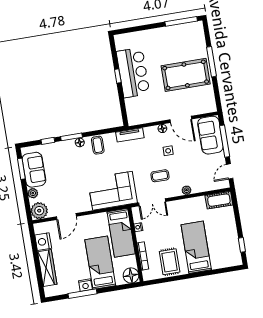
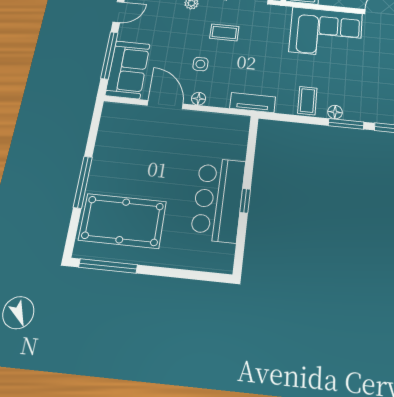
pool table: (186, 75) -> (123, 221), moved
corner sofa: (112, 191) -> (326, 33), moved

